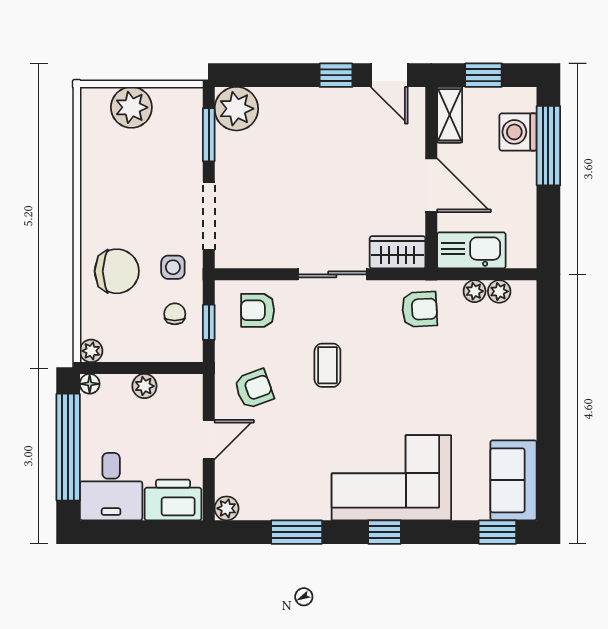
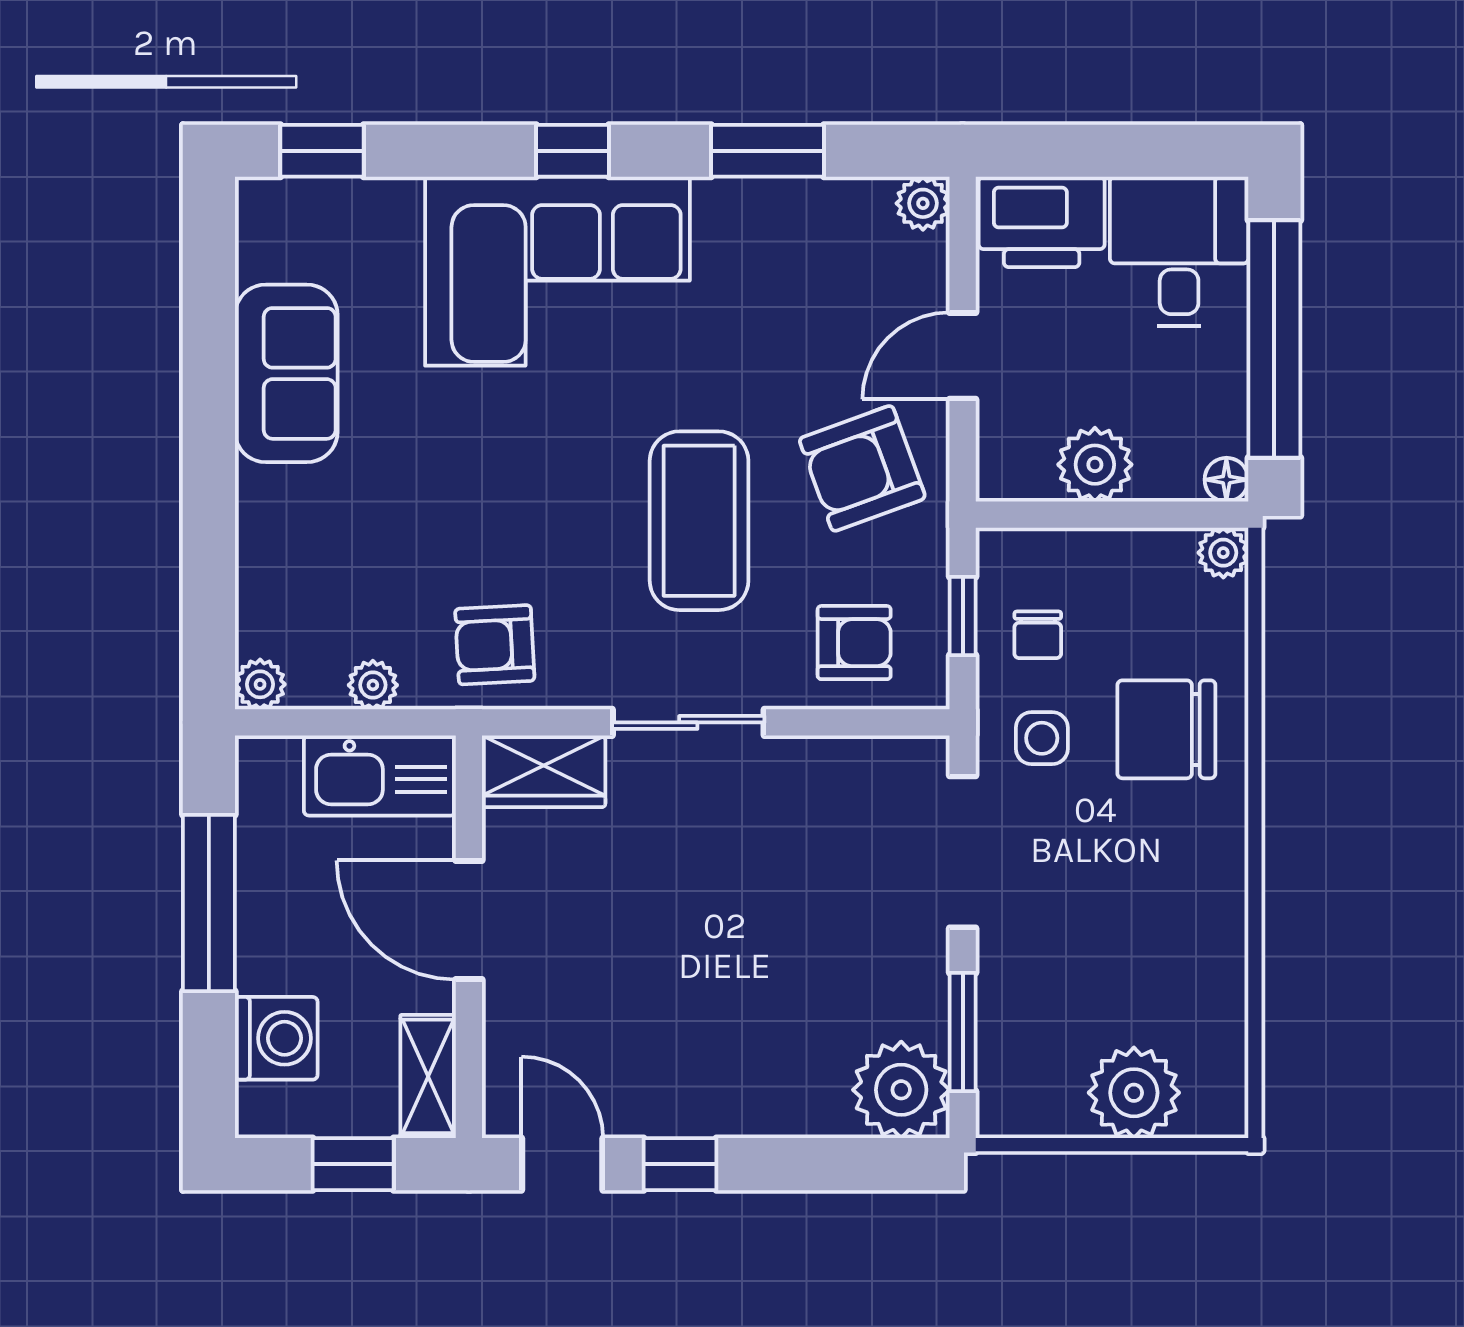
window: (548, 146) -> (209, 903), moved
plant: (499, 291) -> (260, 684), moved
coffee table: (327, 365) -> (699, 521), width x1.86, depth x1.72
plant: (144, 386) -> (1095, 465), width x1.38, depth x1.38
armchair: (254, 389) -> (862, 468), width x1.38, depth x1.38
sofa: (514, 480) -> (286, 373), moved

